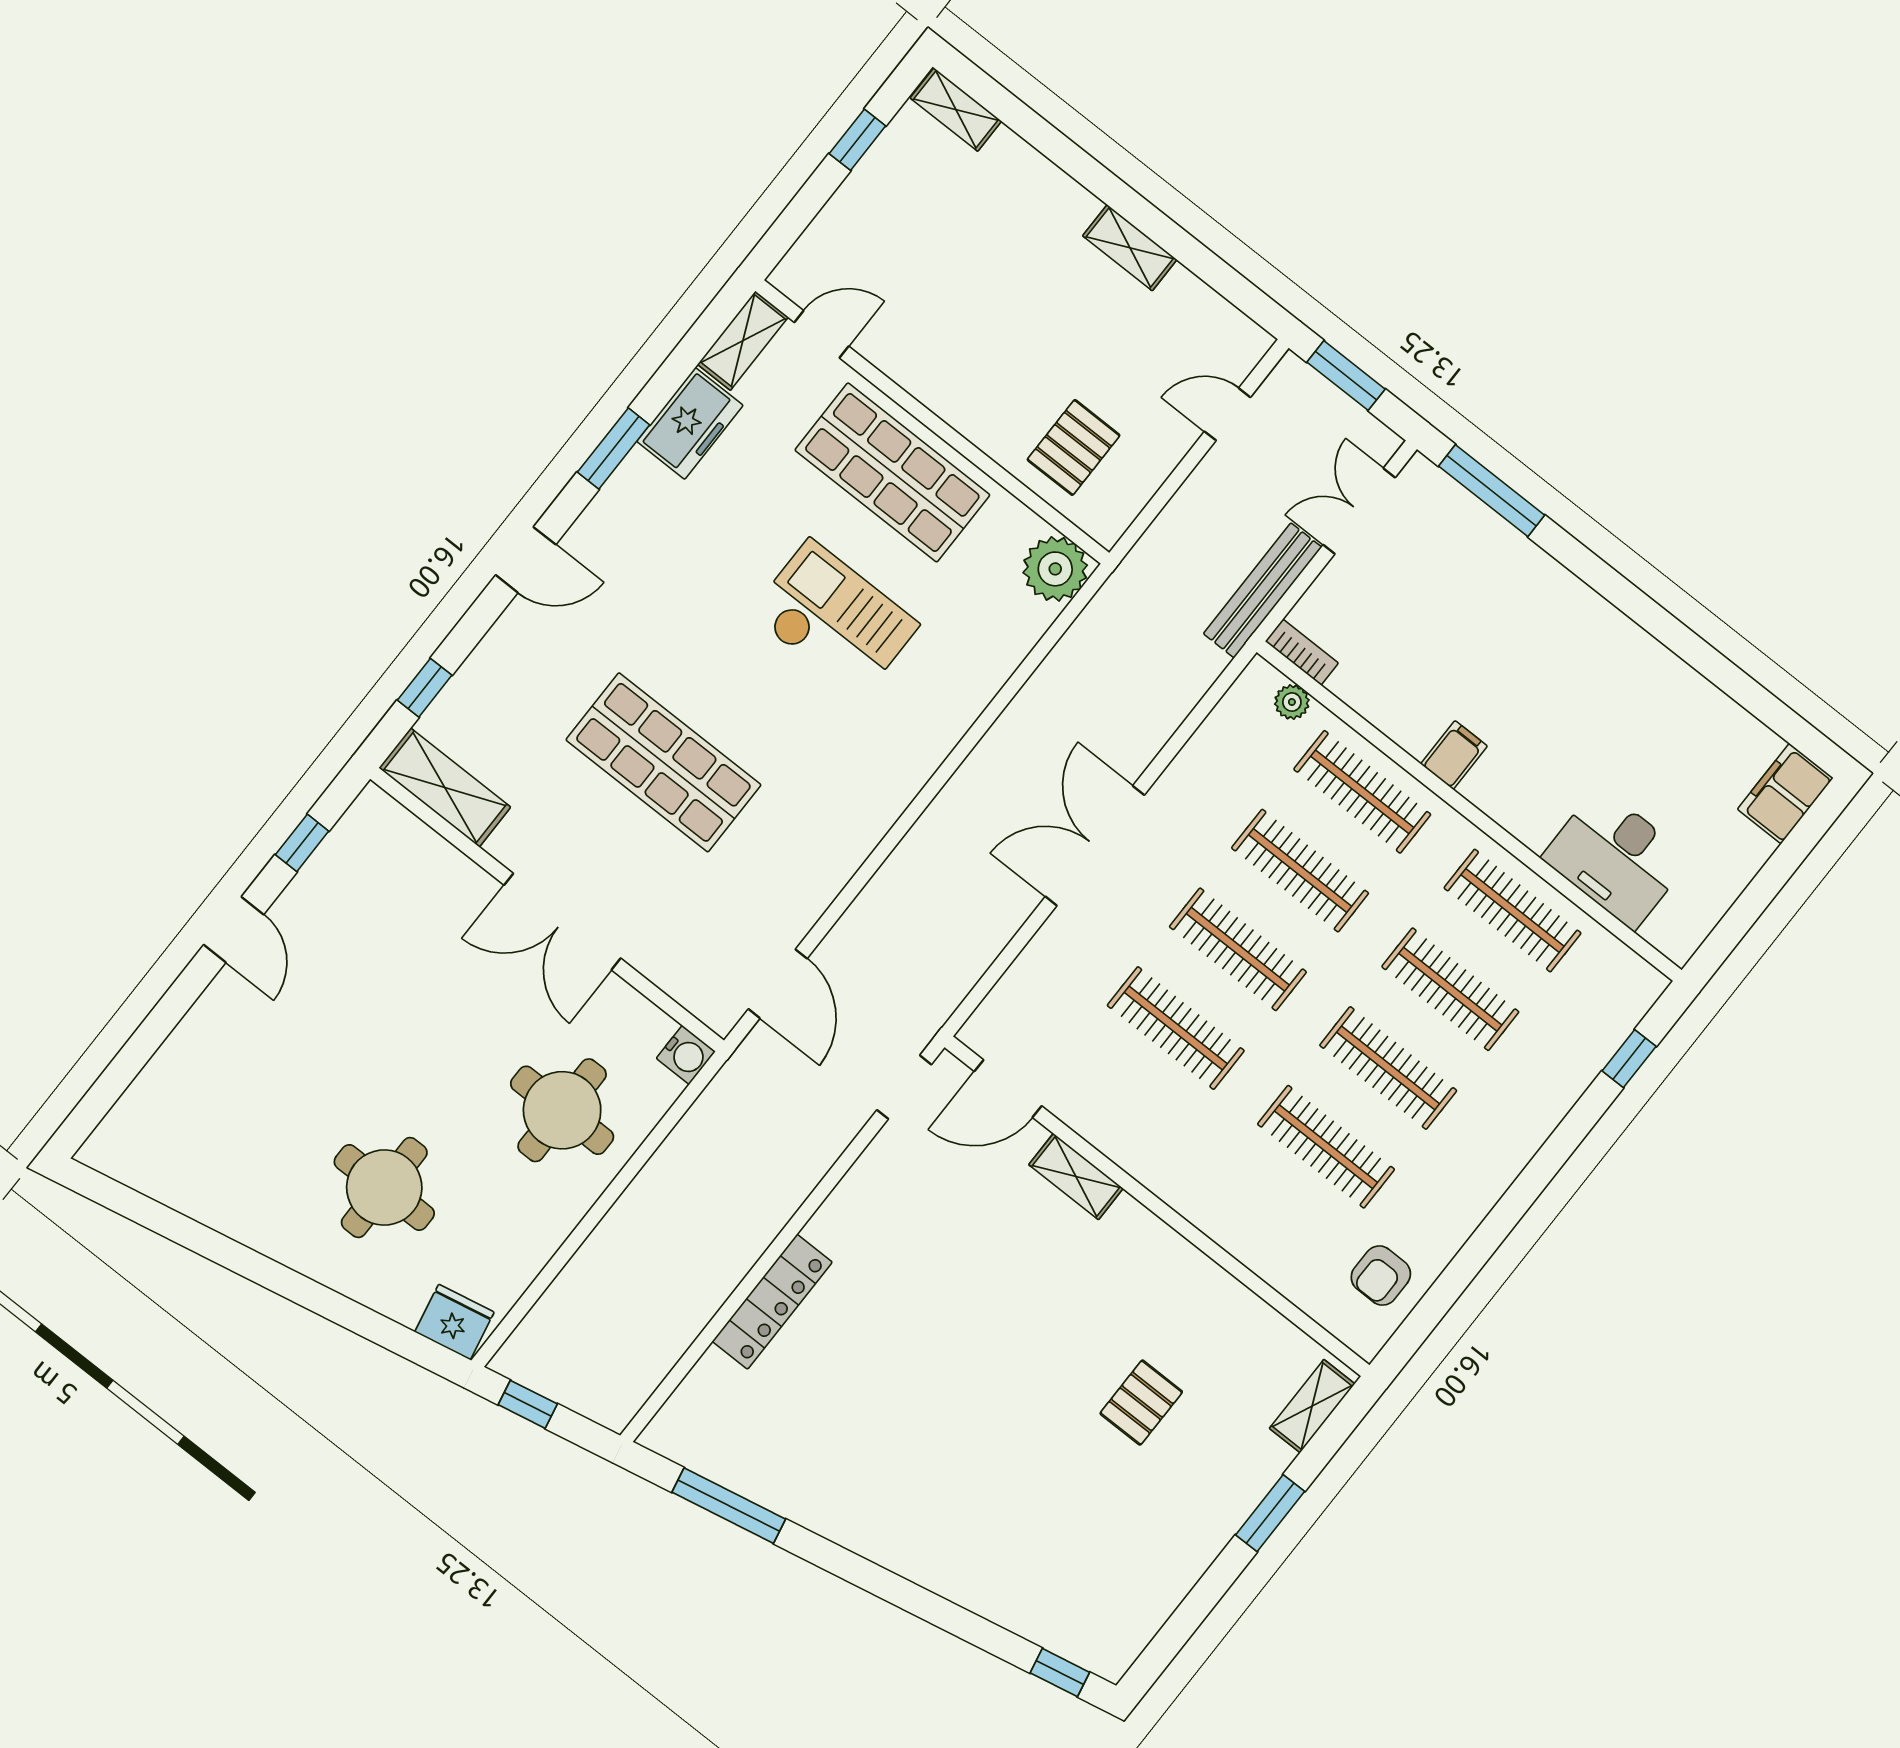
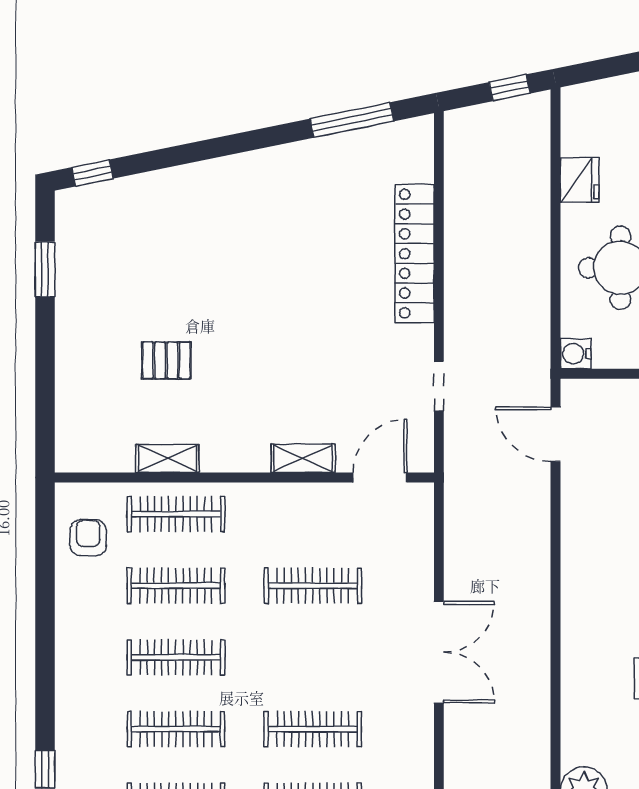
clothes rail: (1238, 949) -> (176, 514), moved
doorway: (904, 1087) -> (439, 386), moved
locker: (772, 1302) -> (414, 254), width x1.41, depth x1.21
fridge: (454, 1322) -> (580, 180), moved, turned -78
pallet: (1141, 1403) -> (166, 360), turned 90
shelving: (1312, 1406) -> (167, 458), moved, turned 90
window: (1270, 1513) -> (45, 269), moved

